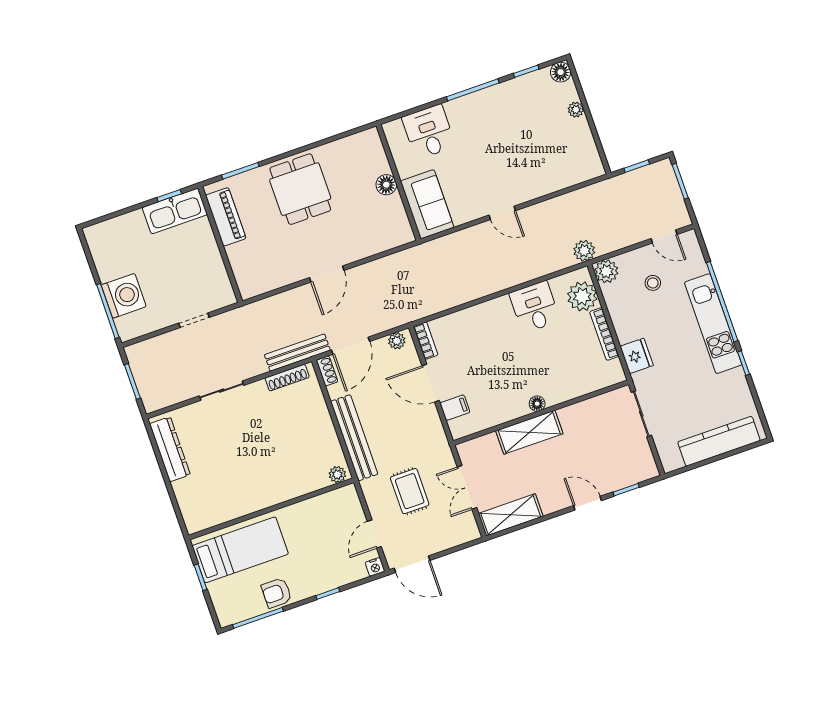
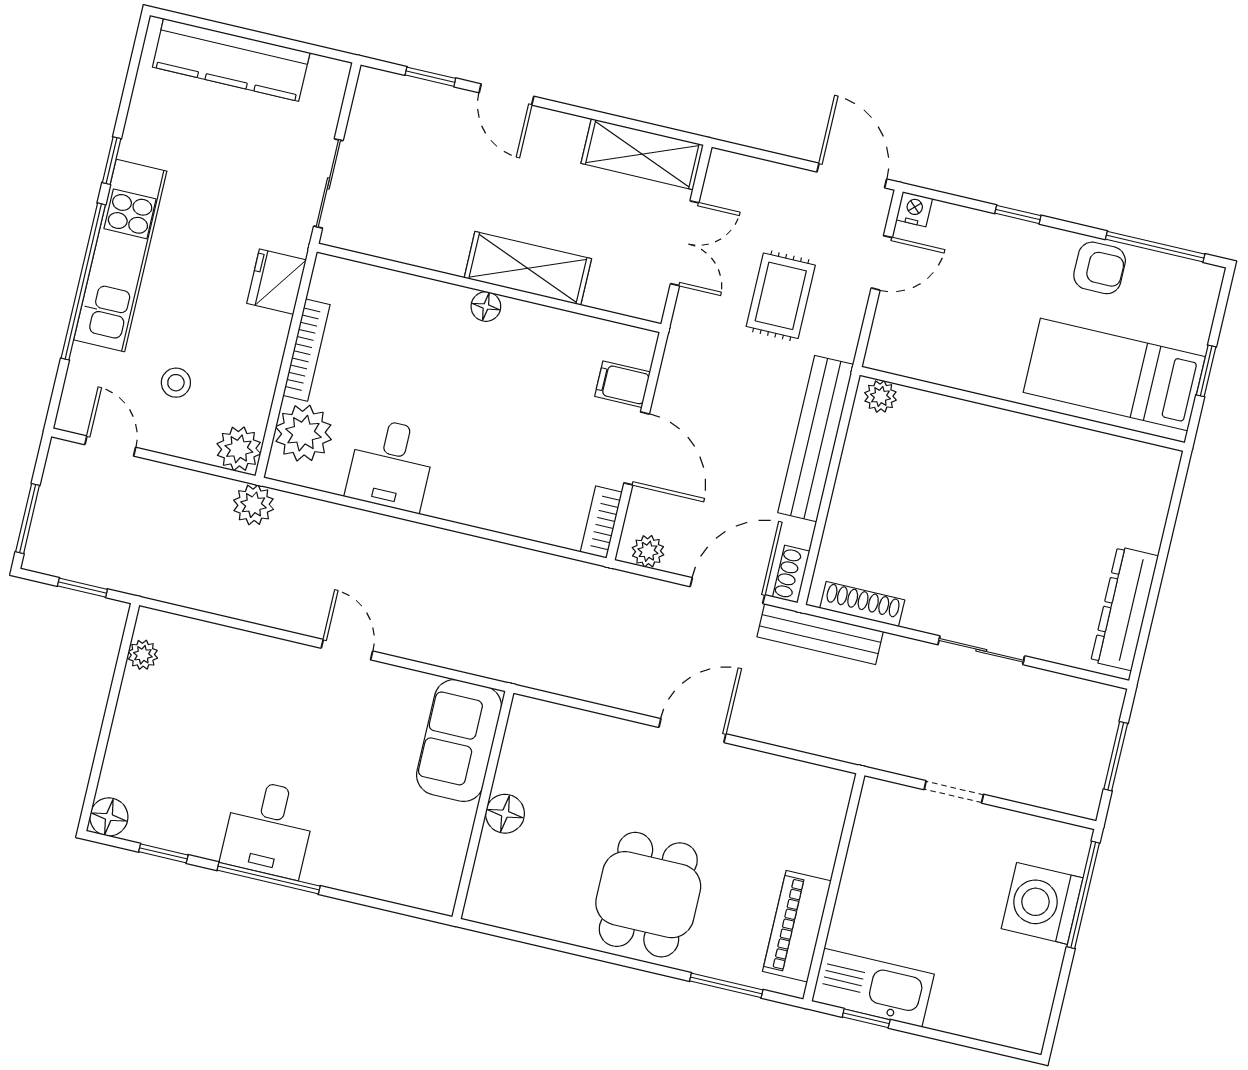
plant: (576, 110) -> (143, 655), moved
desk: (429, 132) -> (269, 829), moved

